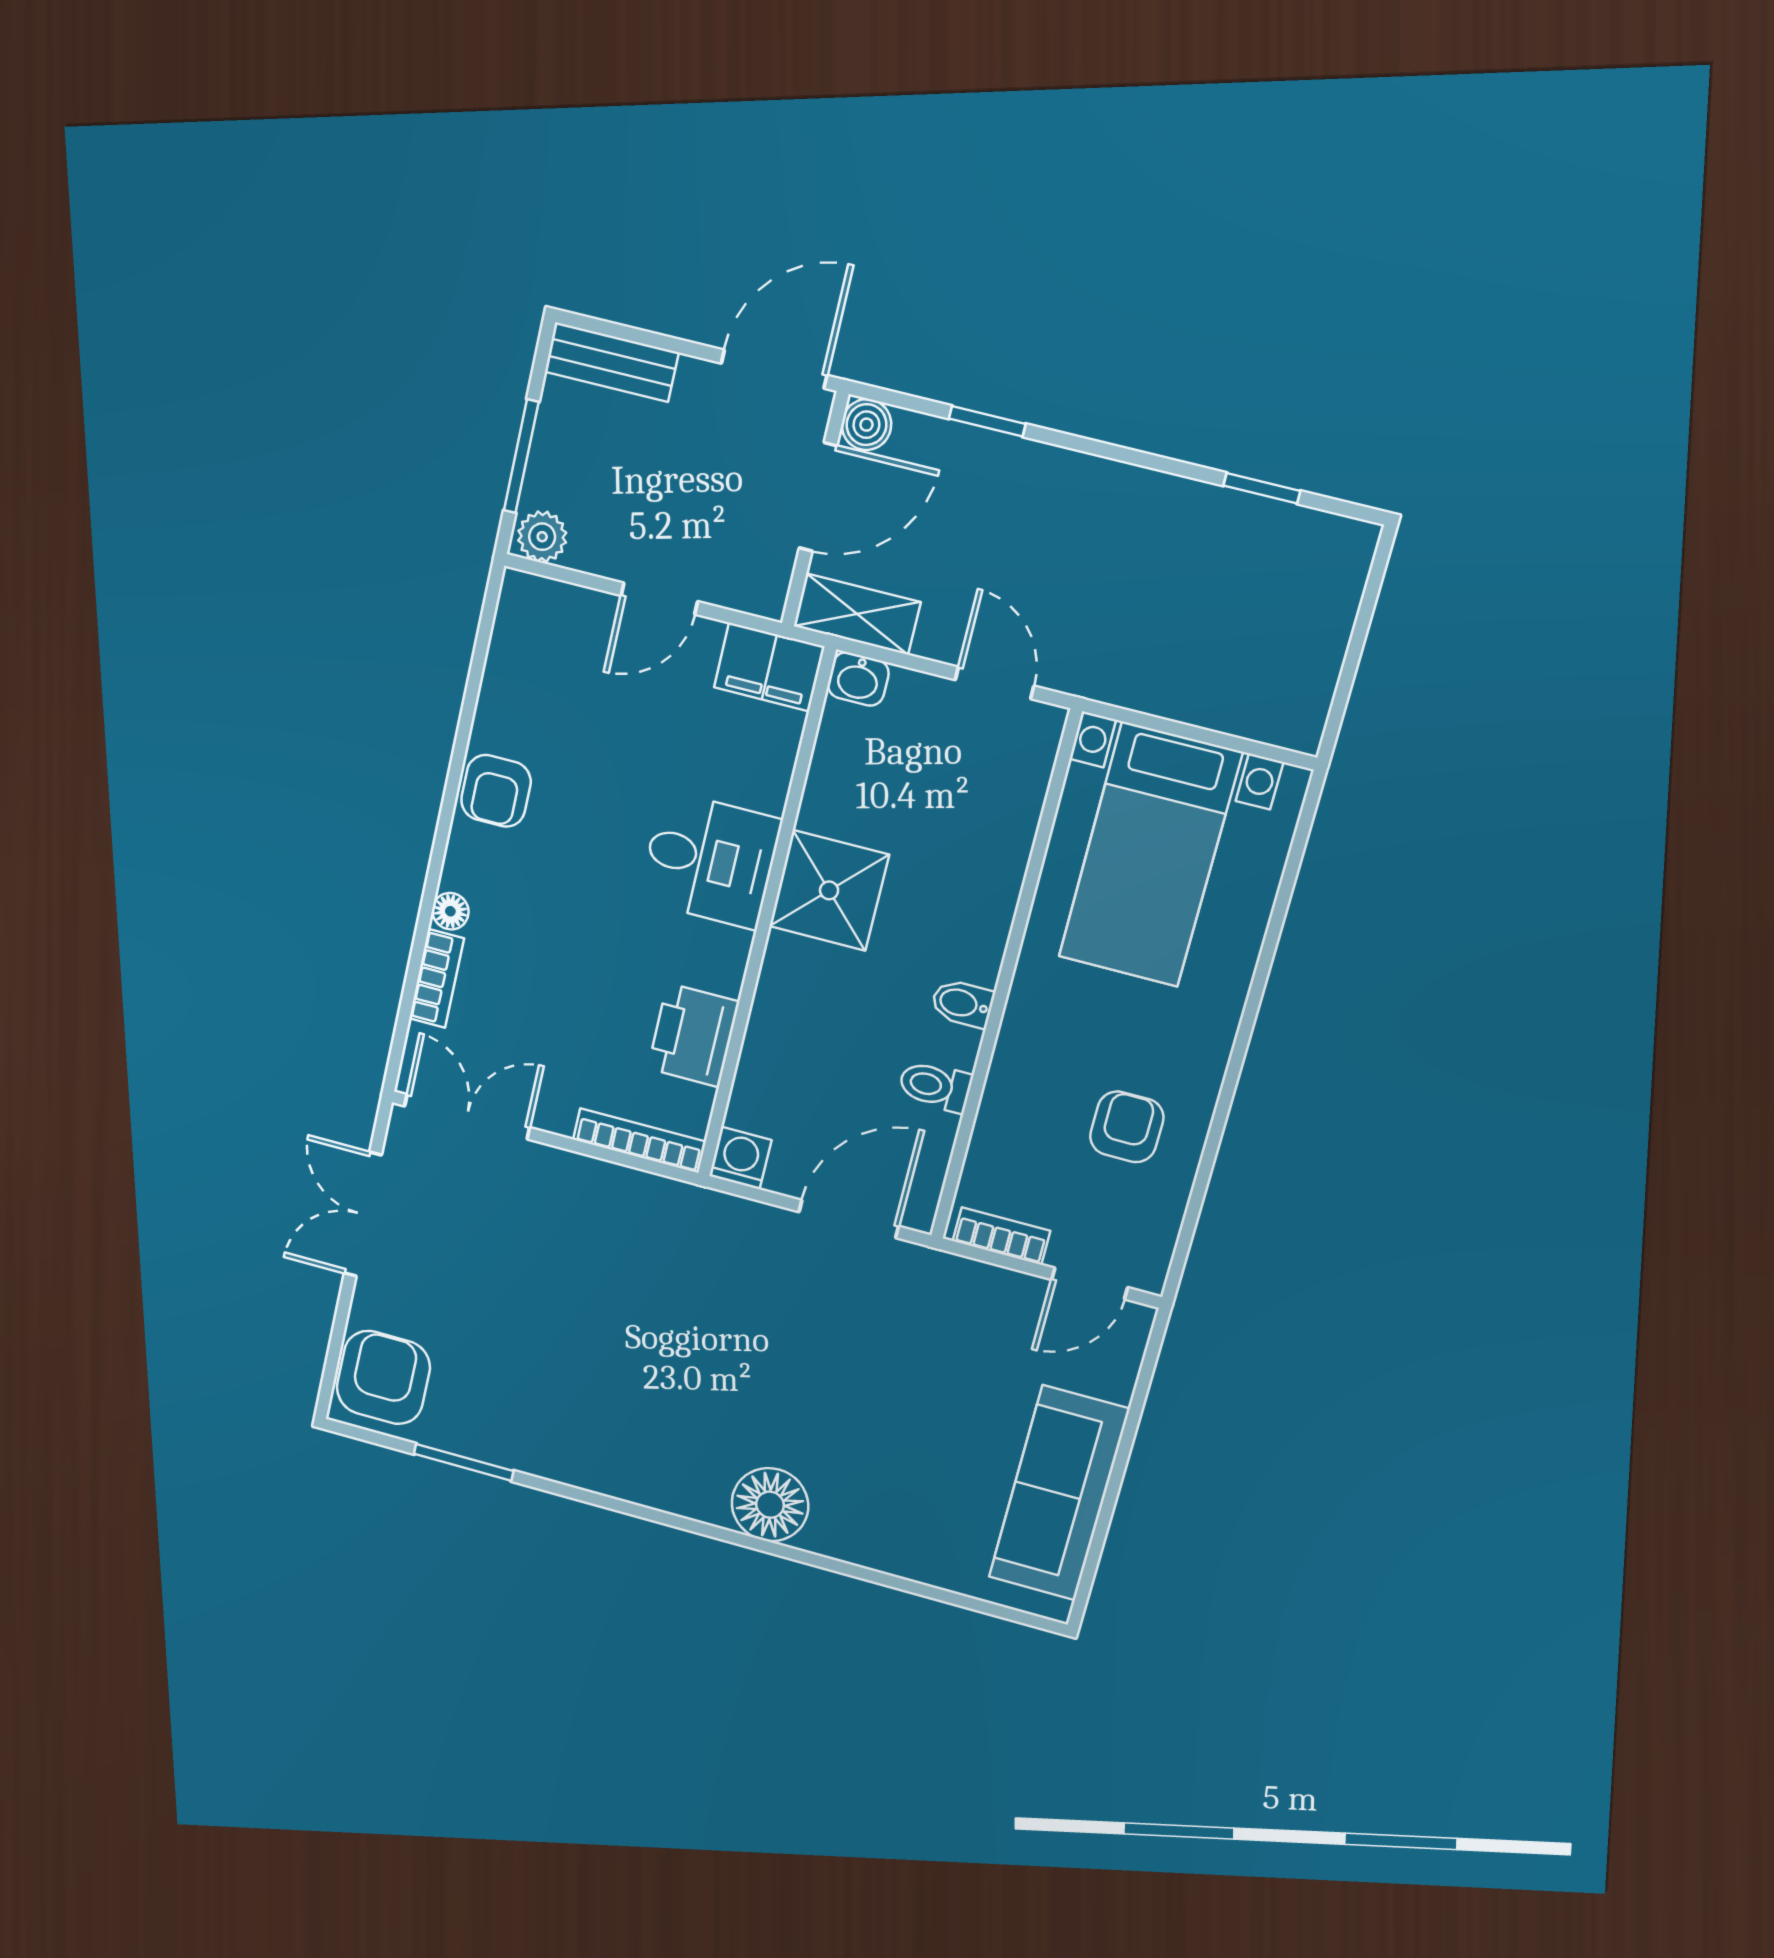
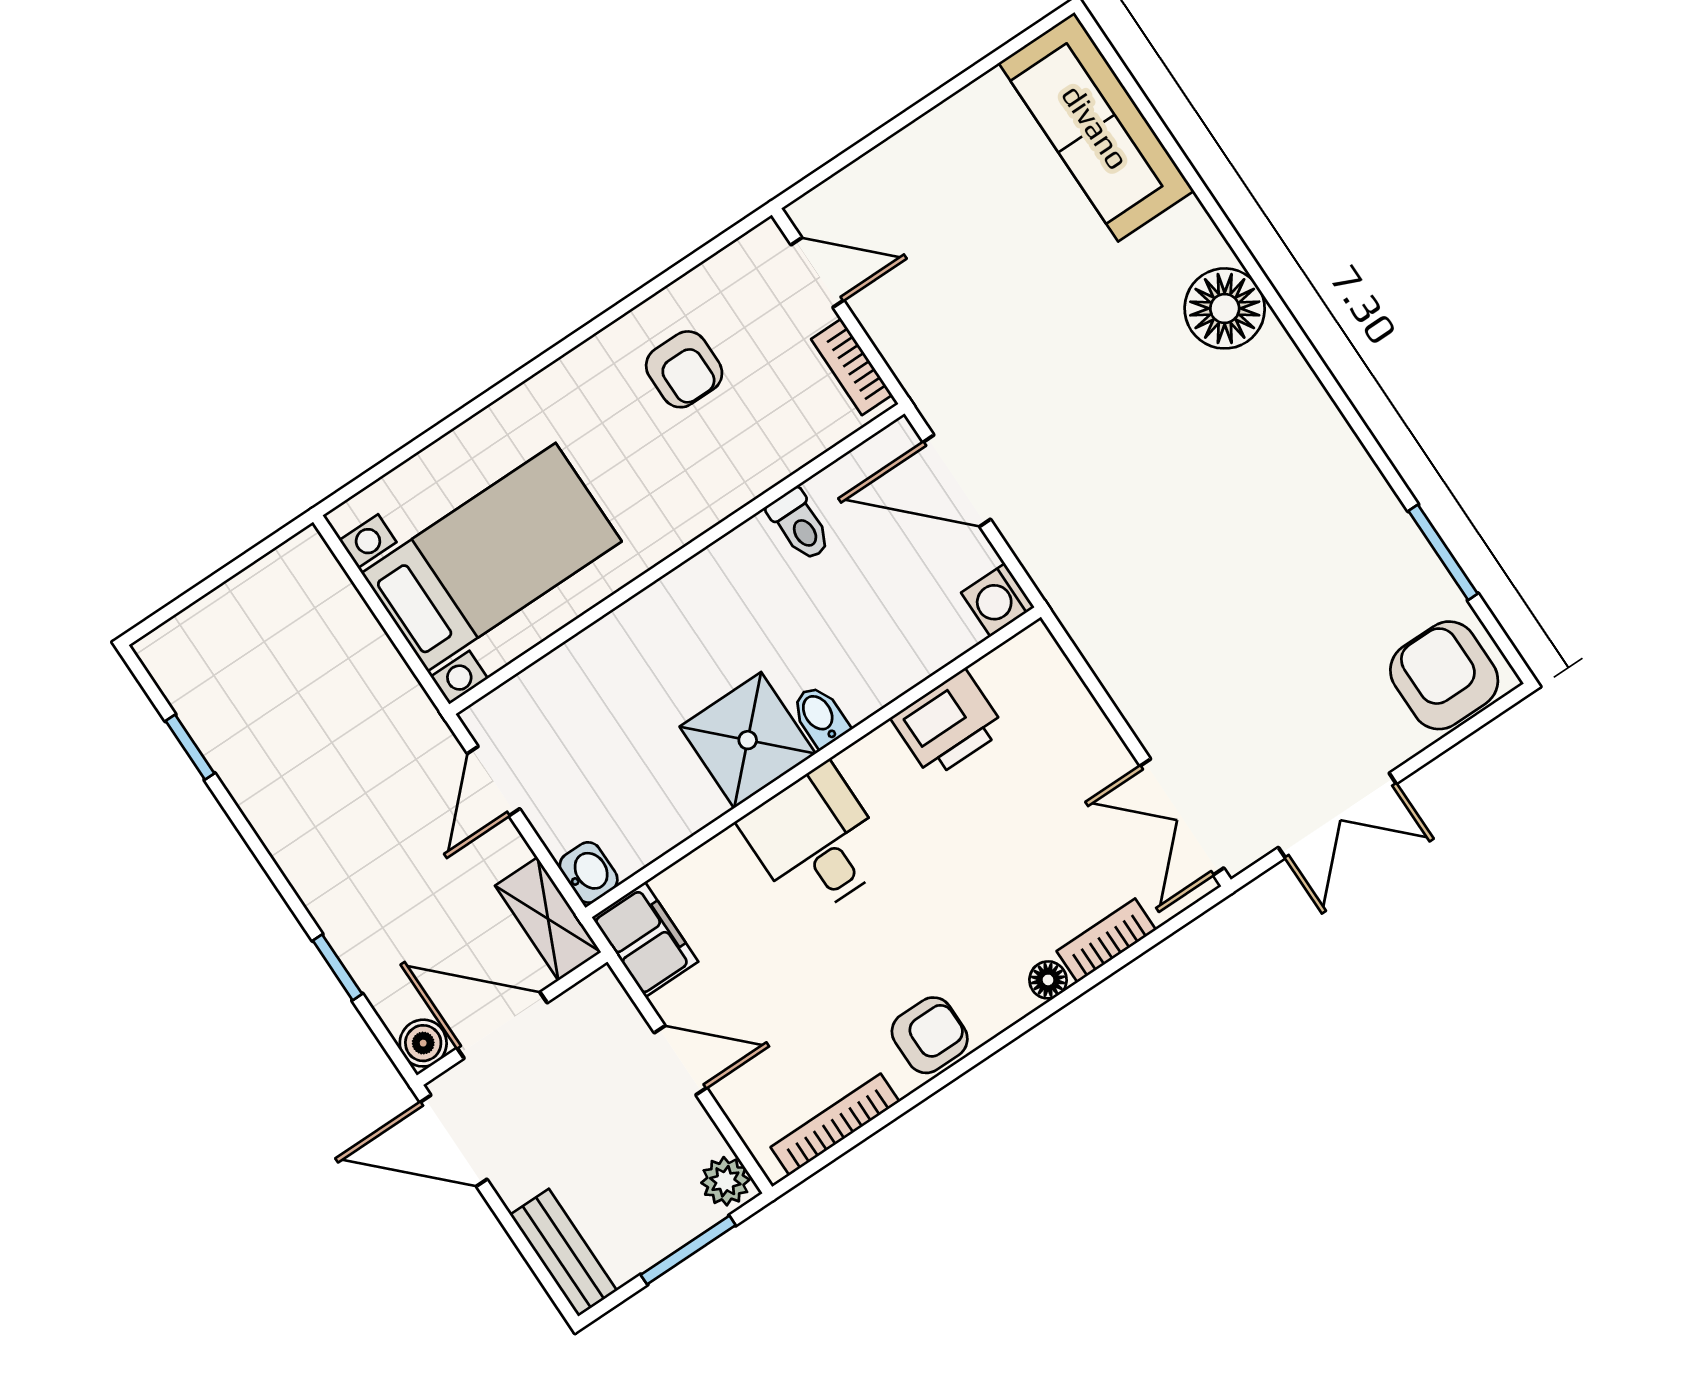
bidet: (962, 1004) -> (820, 716), moved, turned 180
armchair: (1127, 1127) -> (684, 369), turned -90
bookcase: (639, 1141) -> (835, 1124), moved, turned 90
armchair: (383, 1377) -> (1444, 675), turned 90
sofa: (1059, 1493) -> (1096, 127), moved, turned 90

